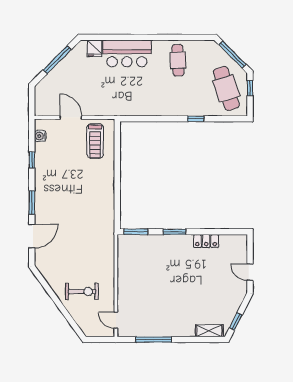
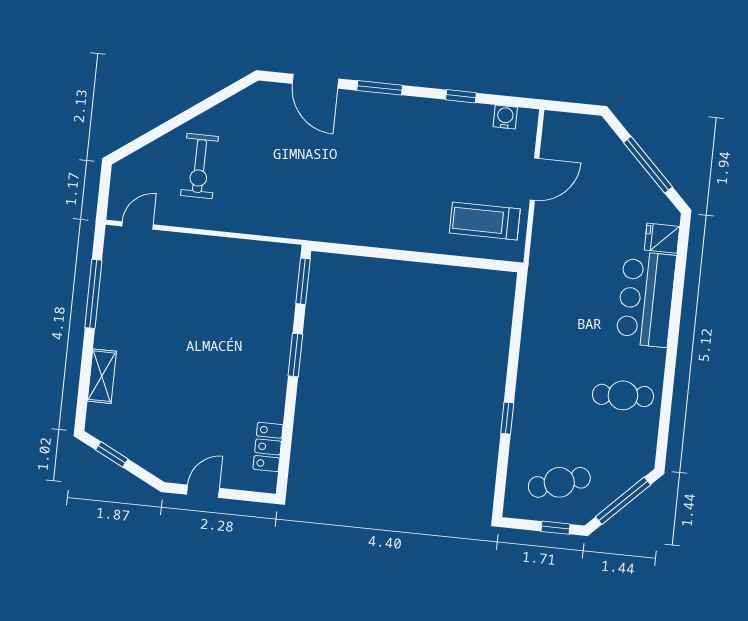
cafe table: (226, 89) -> (559, 482), width x0.73, depth x0.74
locker: (206, 241) -> (268, 447), moved
shelving: (209, 331) -> (102, 376), moved

